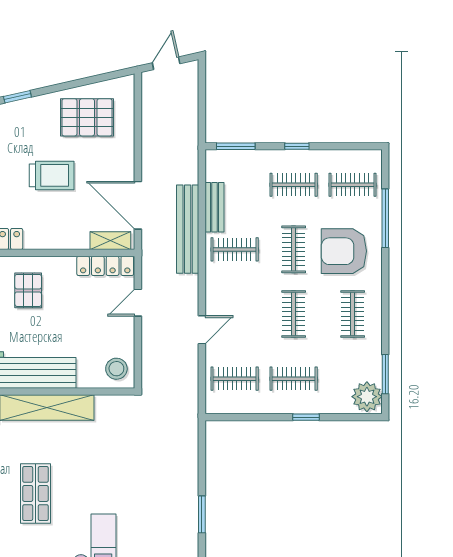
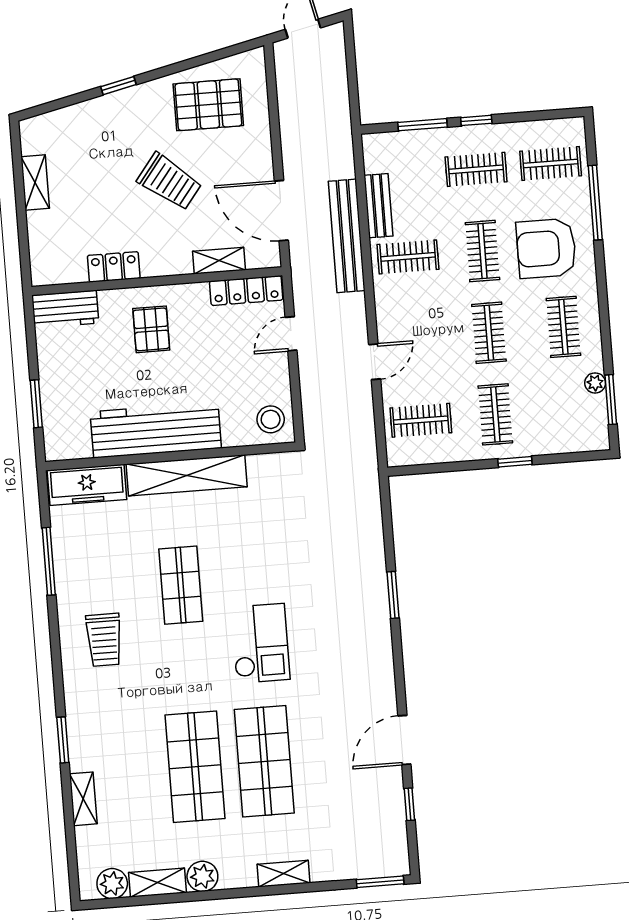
window: (236, 146) -> (423, 125), moved
trolley: (52, 175) -> (169, 182), turned 38
shelving: (110, 241) -> (219, 261), moved
clothes rail: (294, 379) -> (495, 414), turned 90
plant: (367, 397) -> (595, 383), moved, width x0.53, depth x0.53

